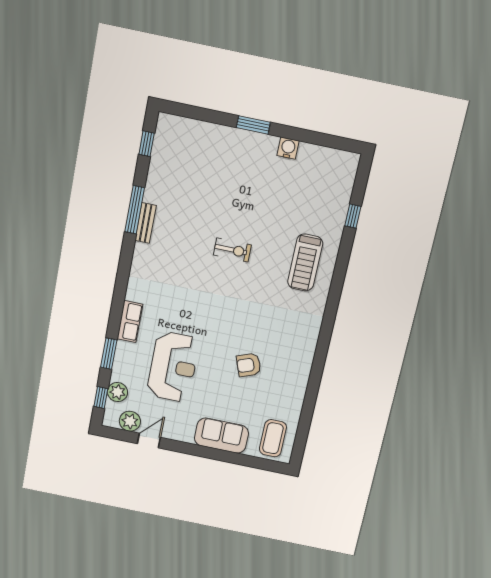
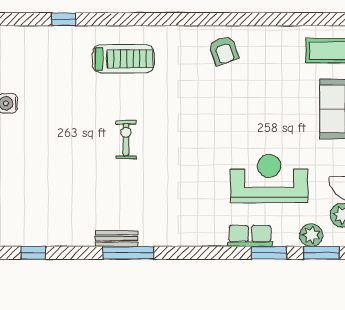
window: (135, 210) -> (128, 253), moved
row of seats: (130, 321) -> (250, 236), moved
armchair: (249, 365) -> (224, 50), moved
window: (101, 397) -> (321, 253), width x1.50

